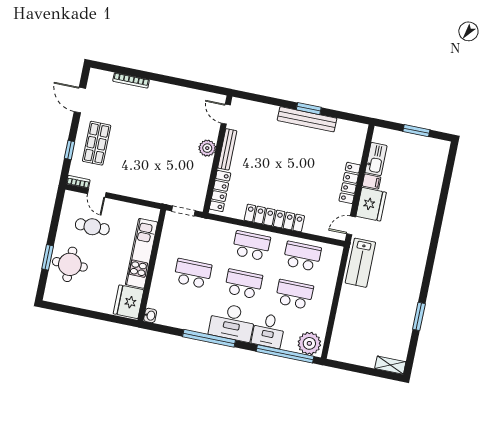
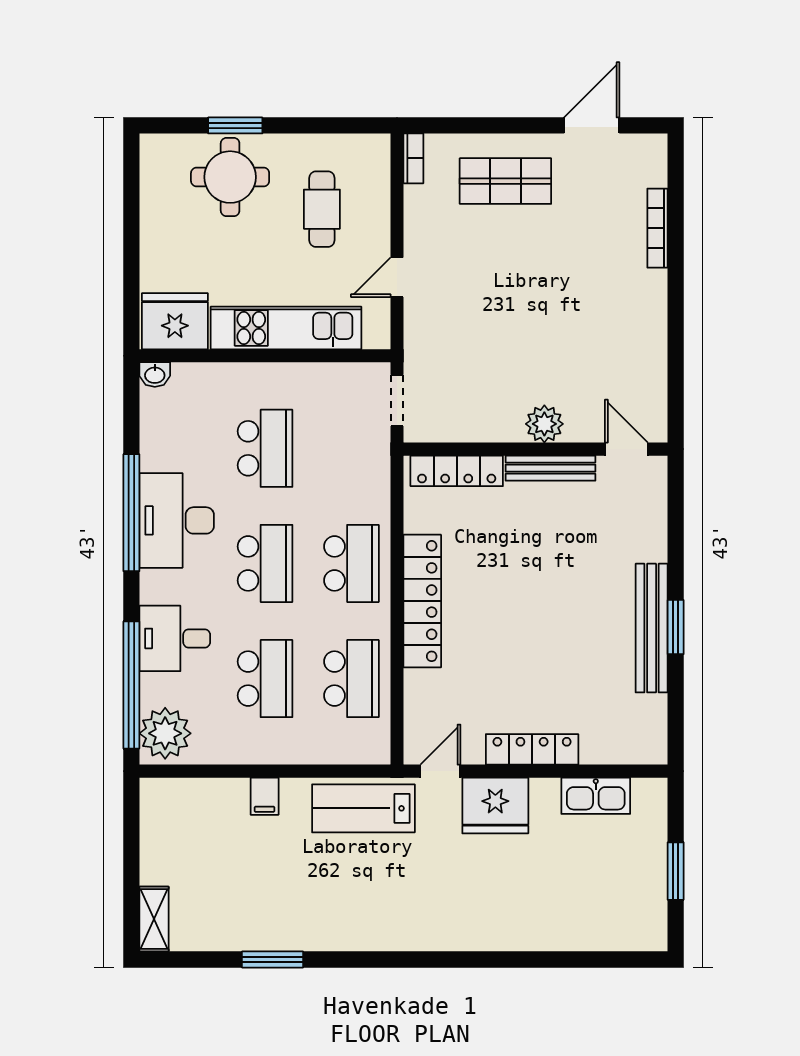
door: (226, 114) -> (626, 449), hinge flipped
window: (70, 150) -> (479, 125), removed
filing cabinet: (372, 182) -> (265, 796), moved
door: (97, 193) -> (397, 277), moved
door: (351, 225) -> (440, 771), hinge flipped
desk: (232, 322) -> (177, 520), moved

